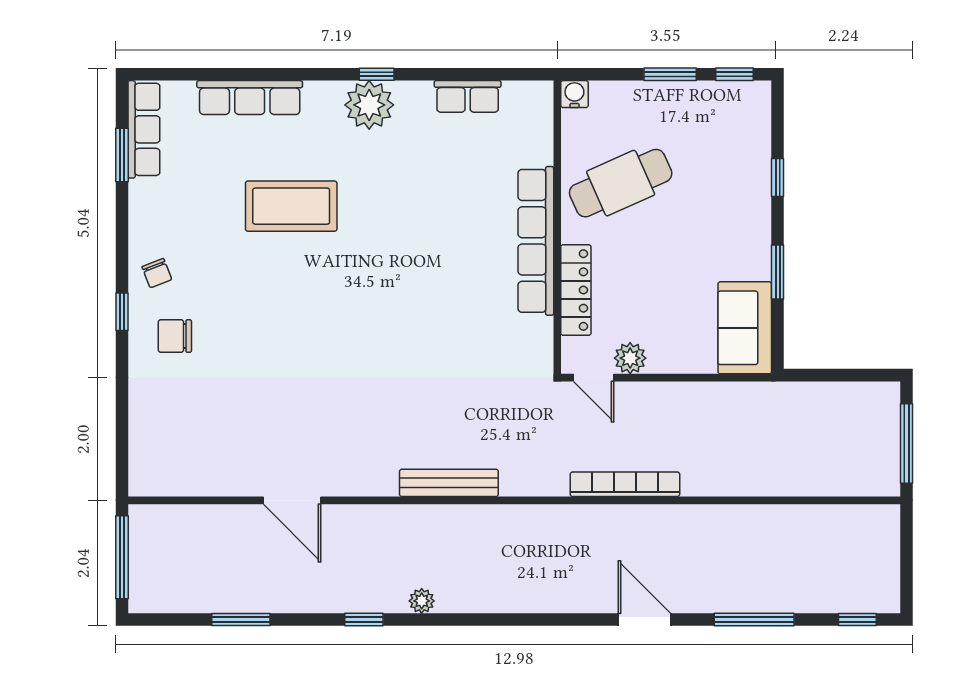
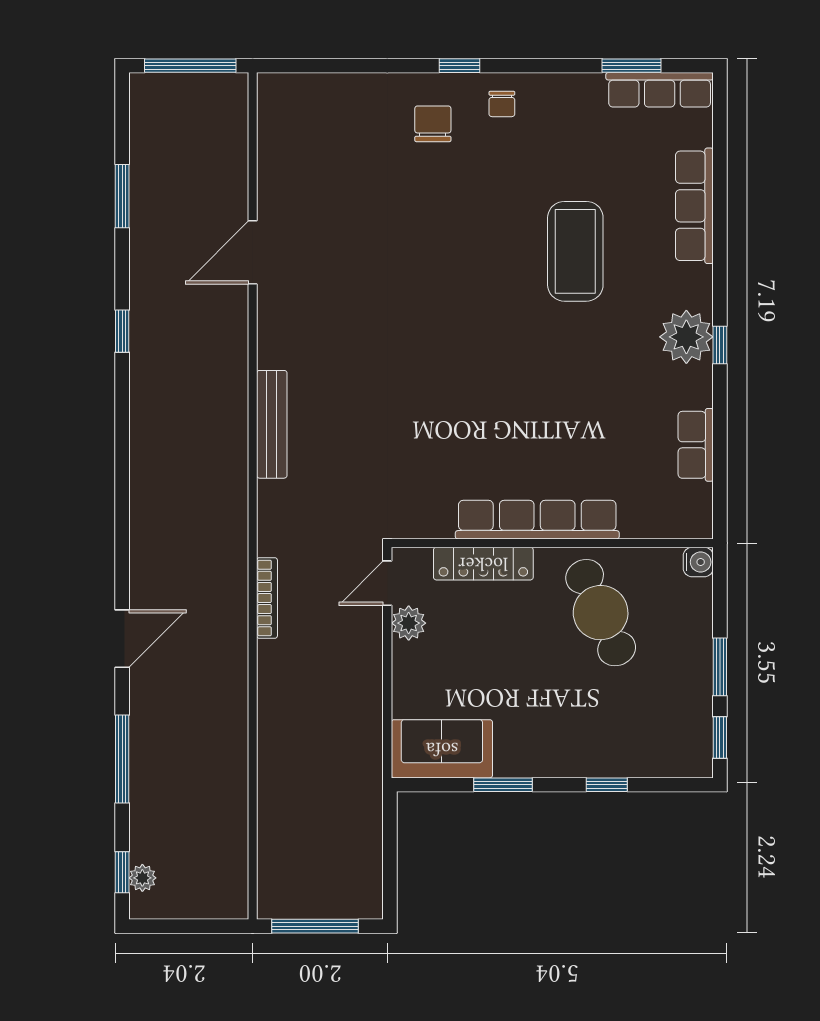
chair: (157, 273) -> (502, 104), turned -69
bookcase: (625, 484) -> (267, 598), width x0.68, depth x0.76
plant: (422, 601) -> (142, 878), moved

